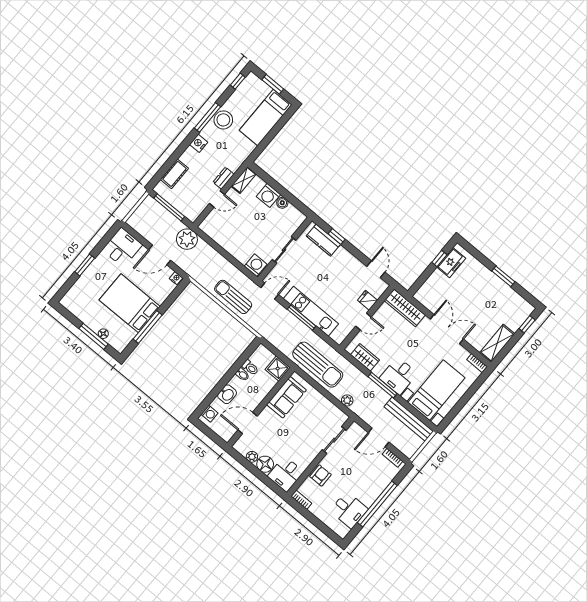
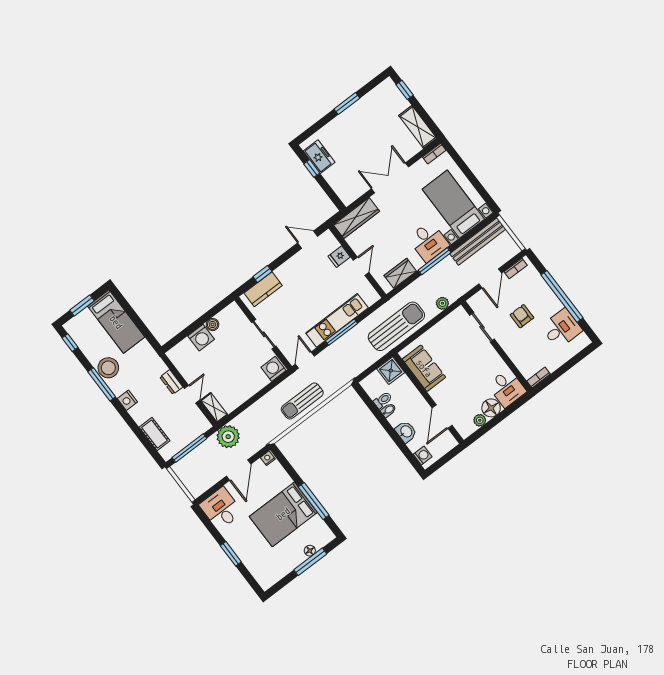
shelving: (244, 180) -> (214, 408), moved
armchair: (320, 476) -> (522, 316), moved

